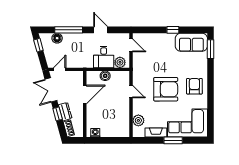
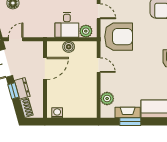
armchair: (166, 89) -> (119, 37), moved
window: (173, 140) -> (130, 122), moved

